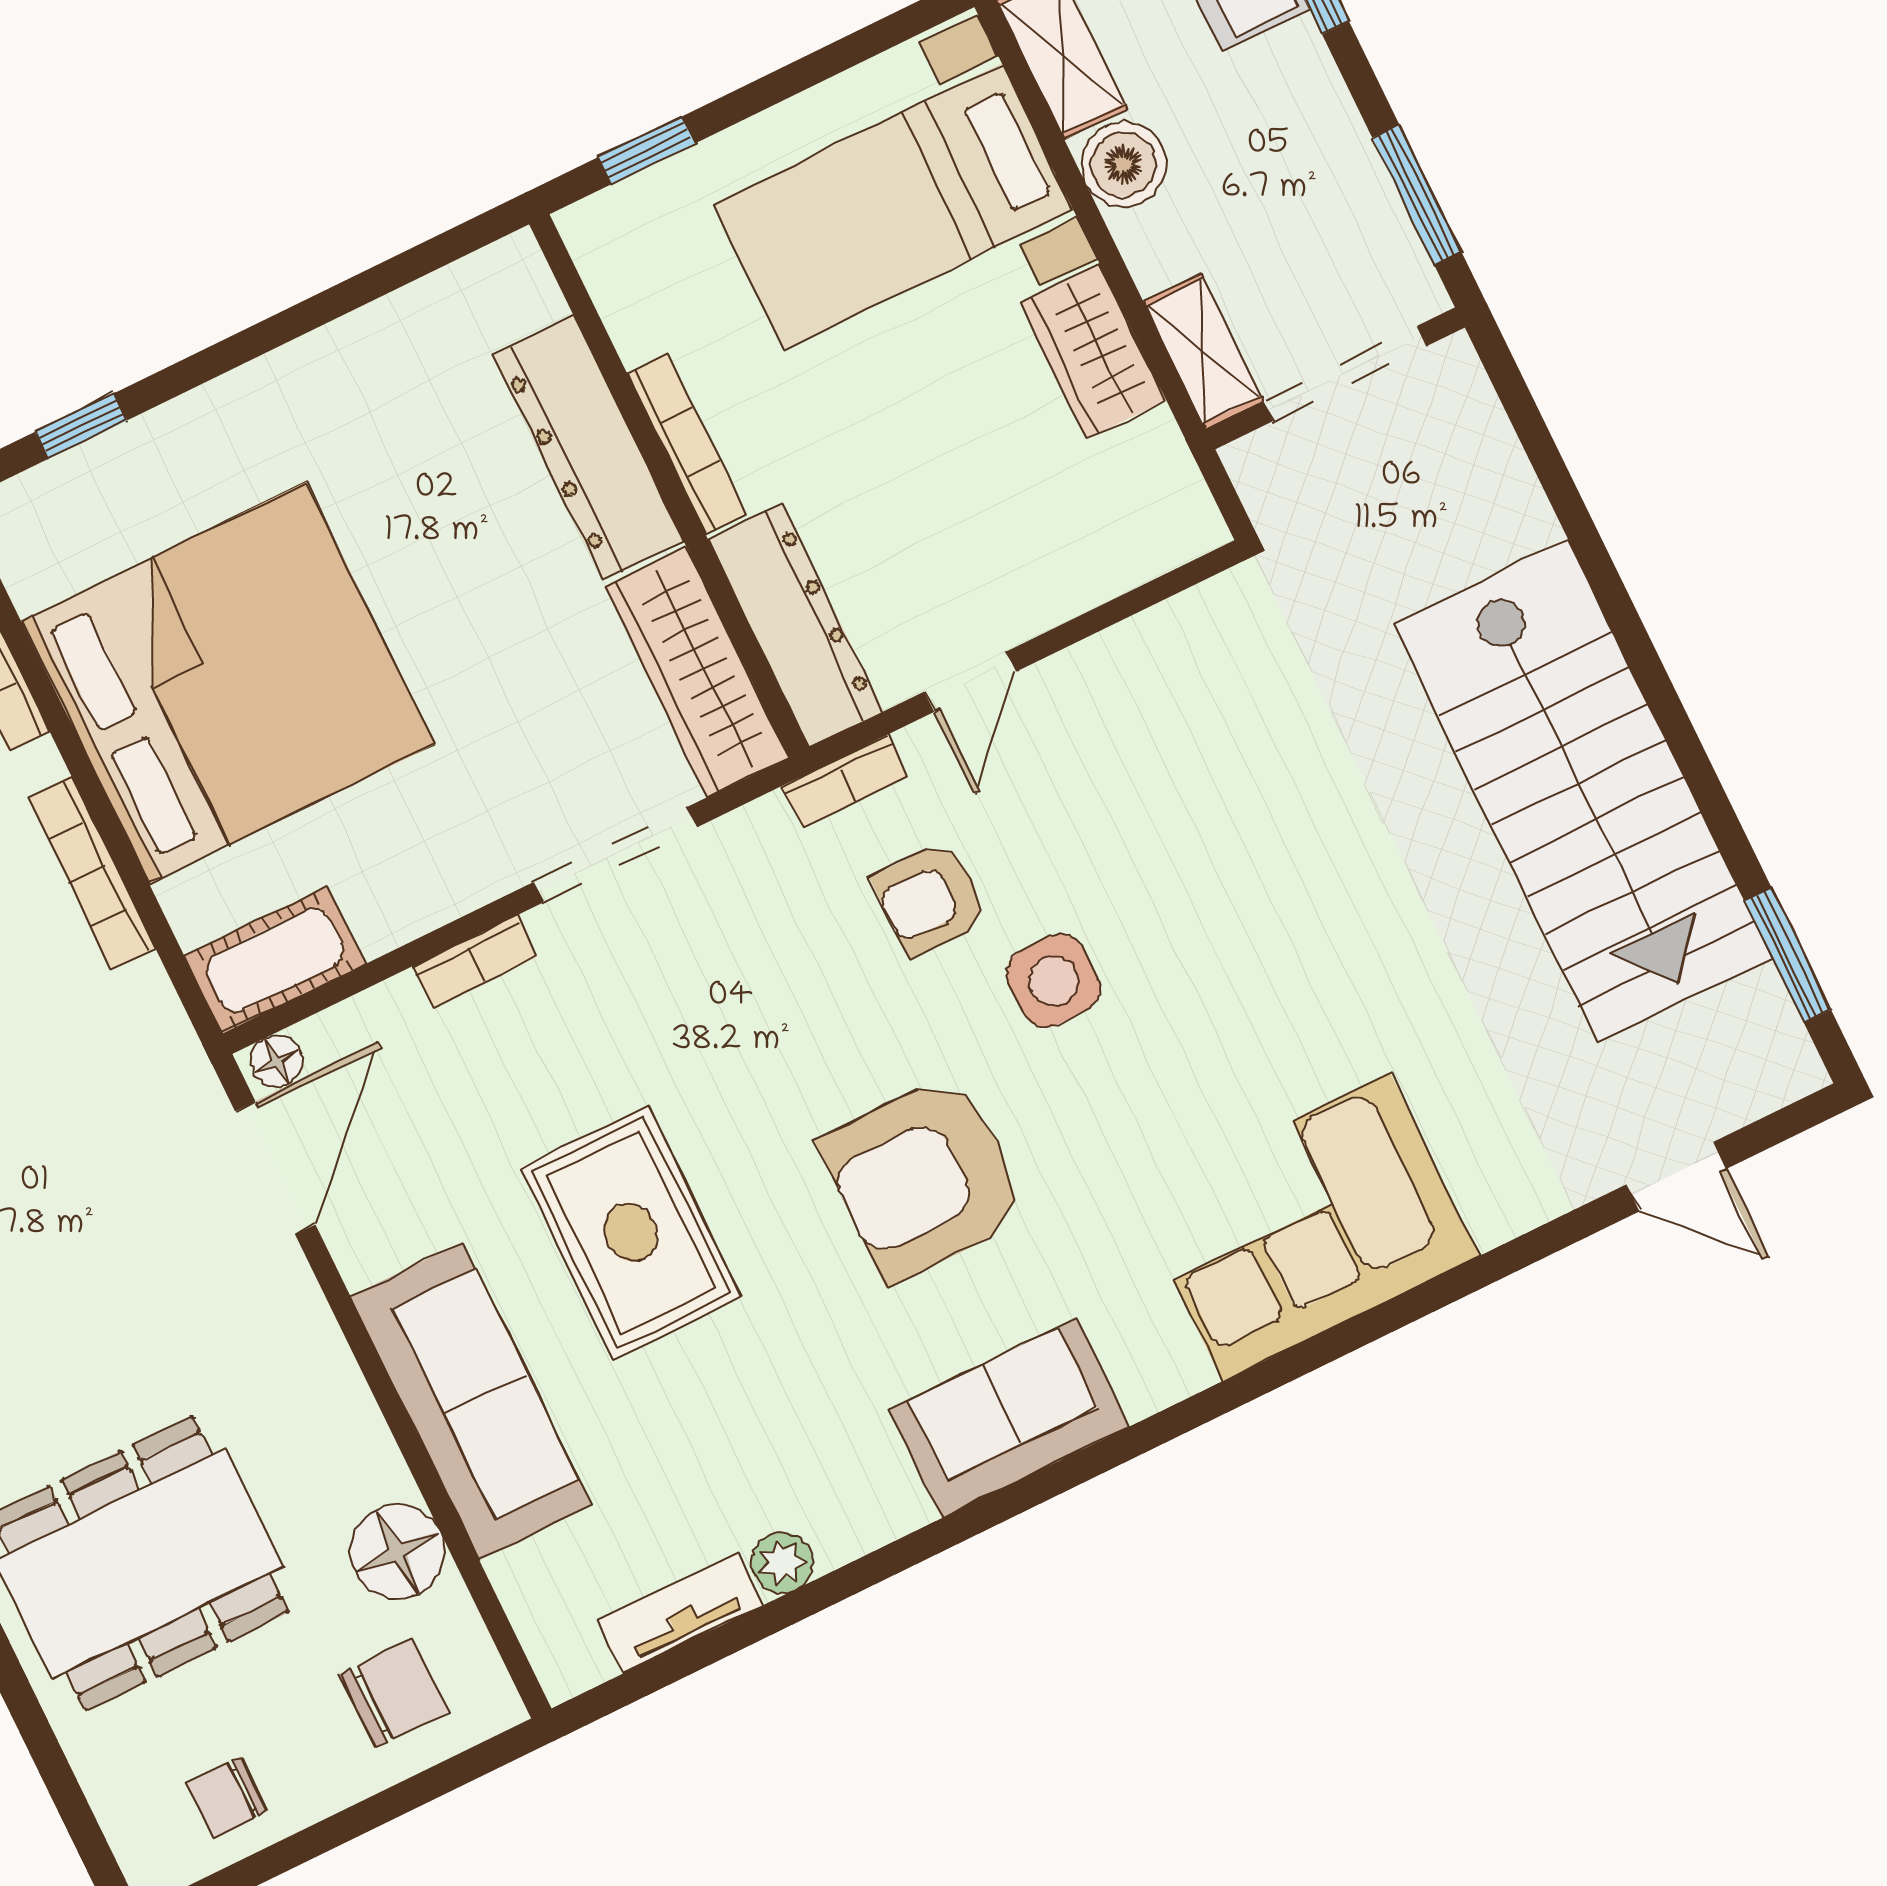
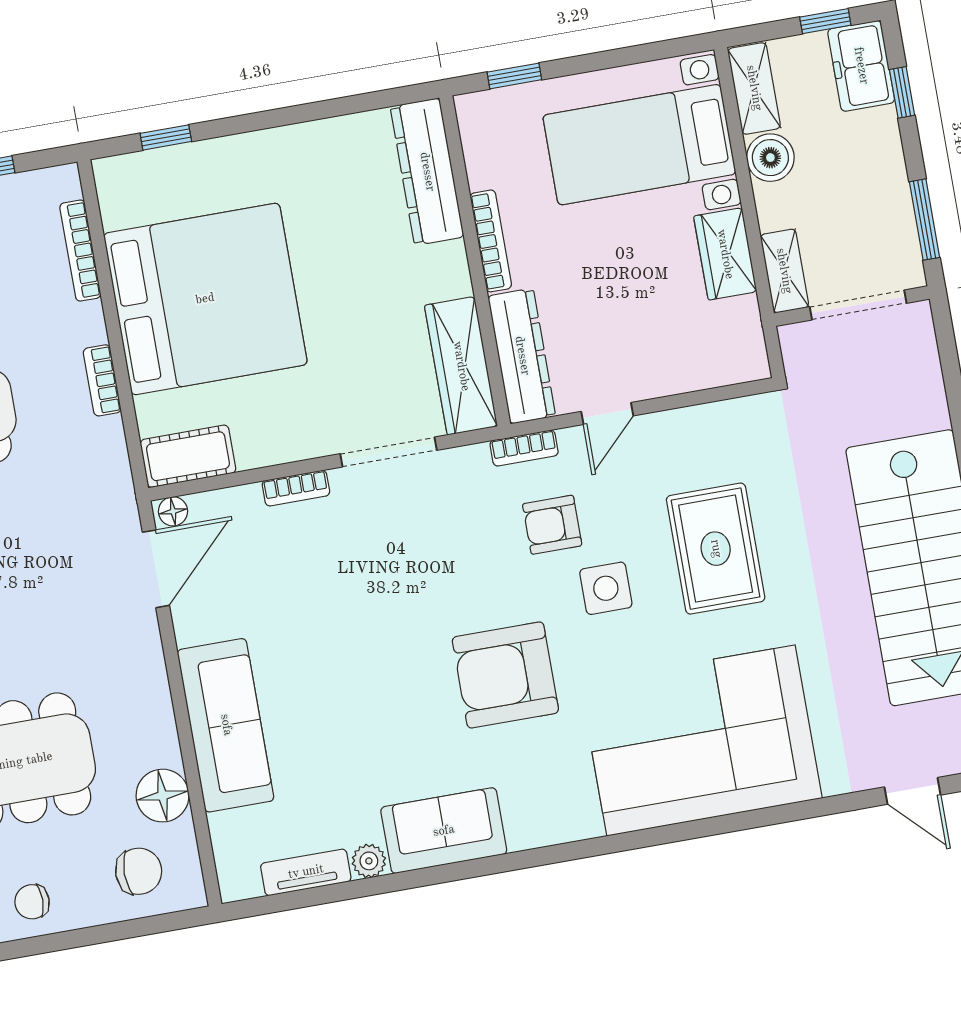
dresser: (588, 448) -> (427, 172), moved
bookcase: (91, 872) -> (102, 380), width x0.64
corner sofa: (1306, 1227) -> (701, 741), width x1.36, depth x1.36
rug: (631, 1232) -> (716, 549), moved
sofa: (1009, 1418) -> (444, 831), moved

